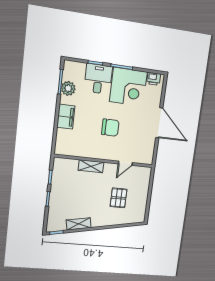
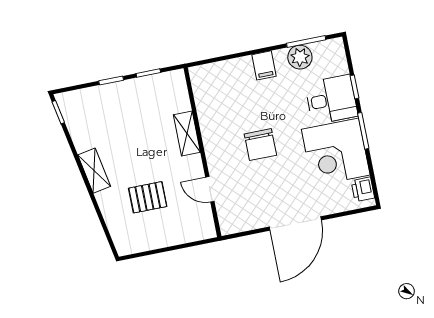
filing cabinet: (66, 117) -> (264, 65), width x0.50
shelving: (79, 224) -> (94, 171), moved

